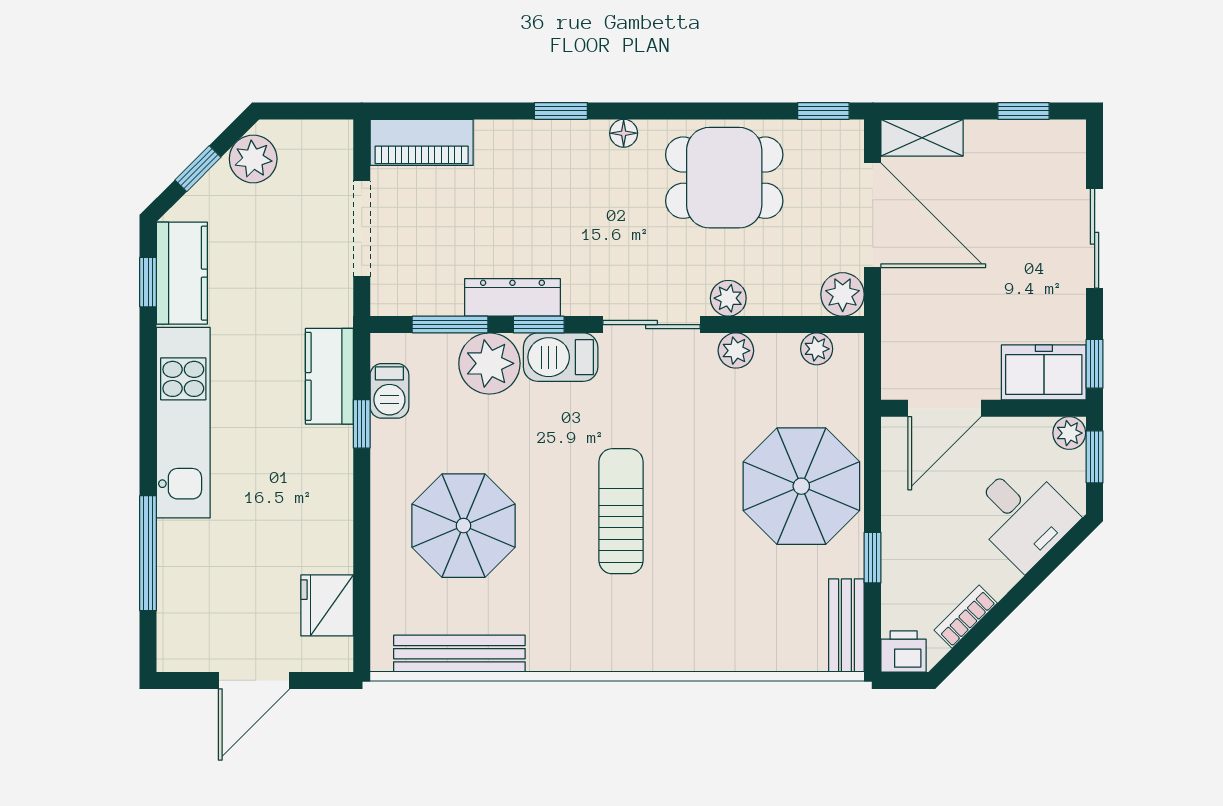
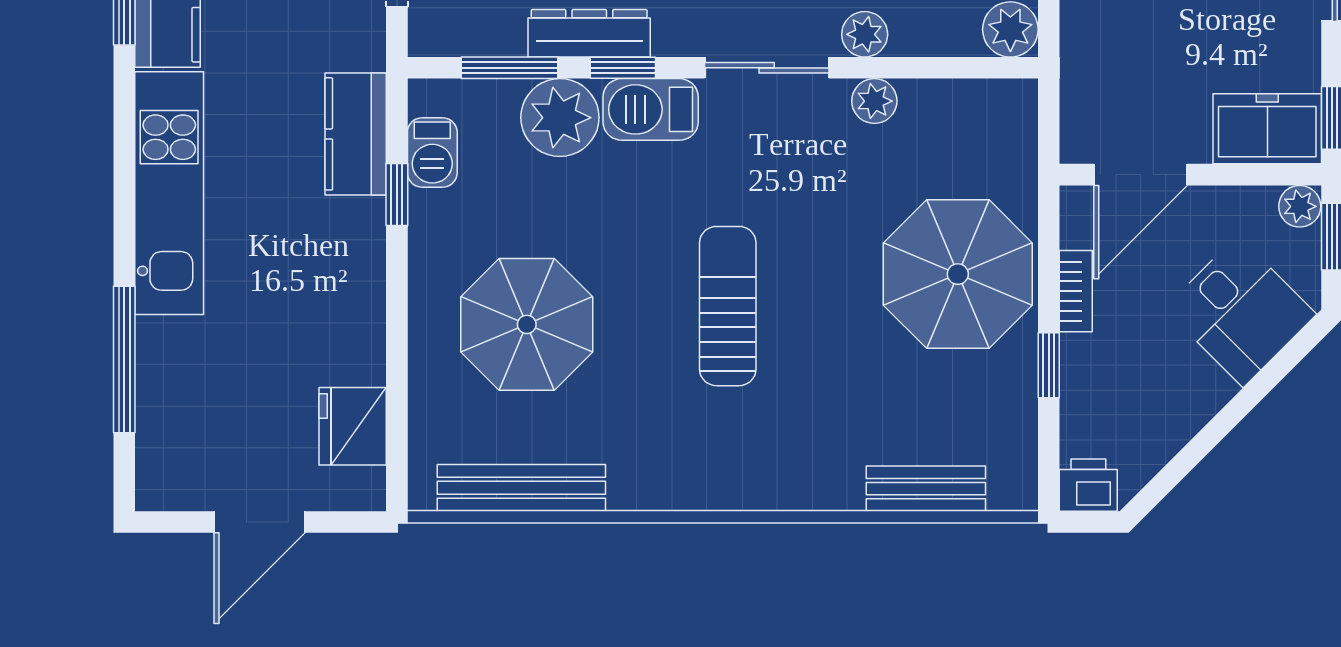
plant: (817, 349) -> (977, 99), removed
bookcase: (966, 617) -> (1076, 291), moved, turned 135
bench: (846, 625) -> (926, 489), moved, turned 90

